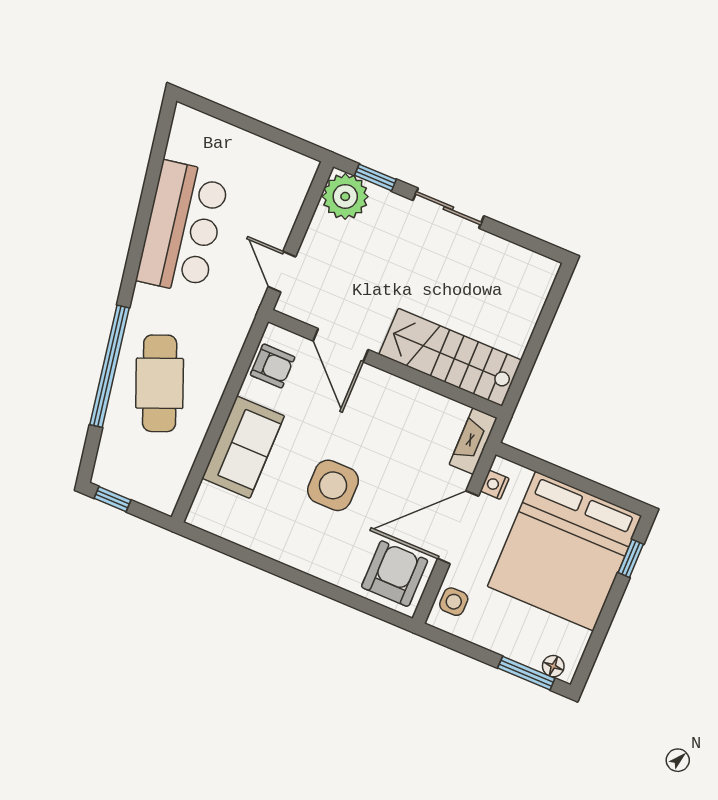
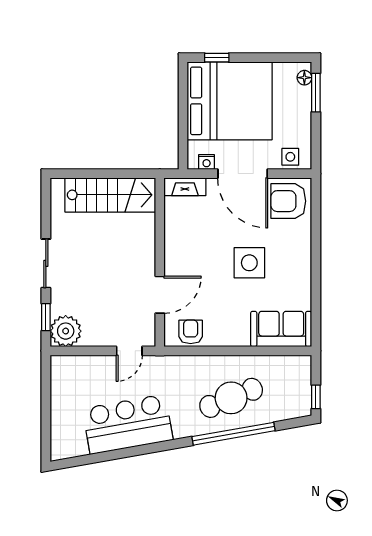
stairs: (450, 357) -> (110, 195), moved, turned -90
sofa: (243, 447) -> (281, 329), moved

